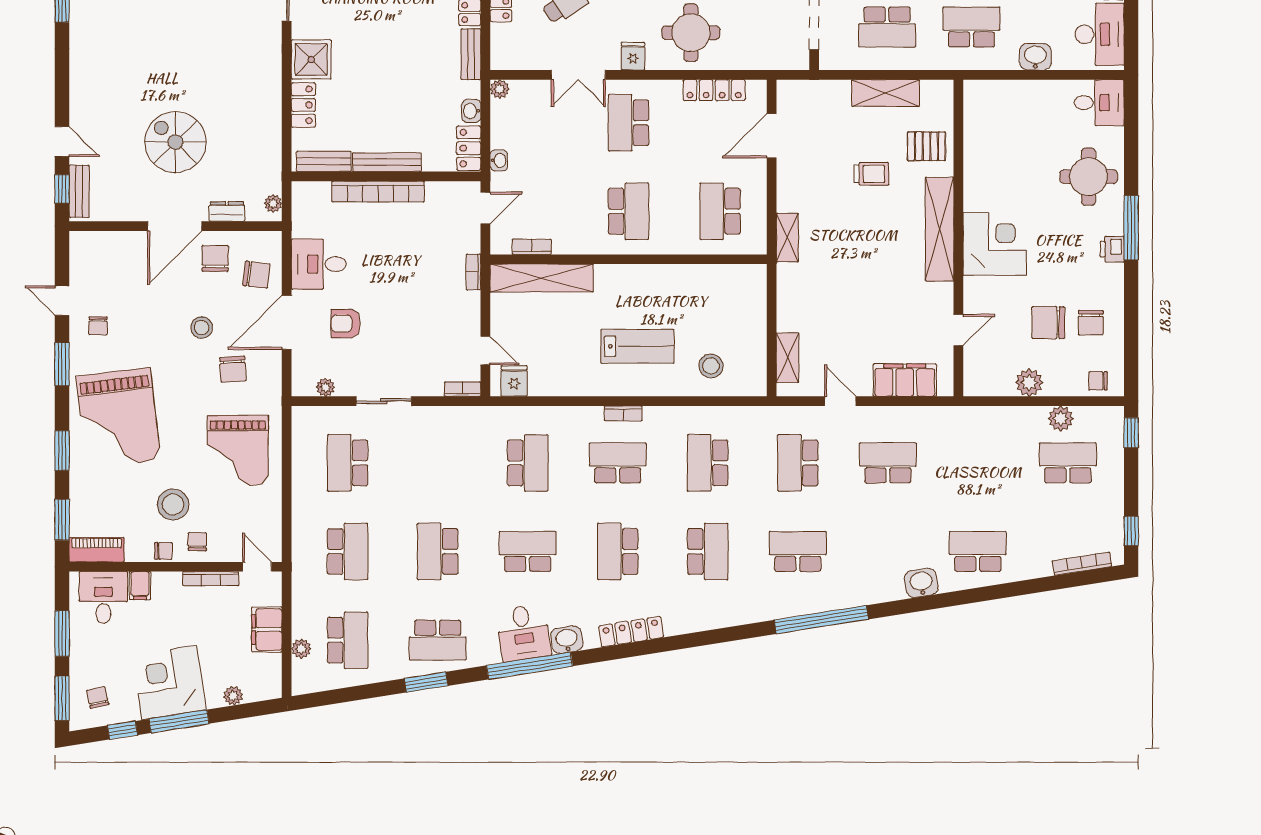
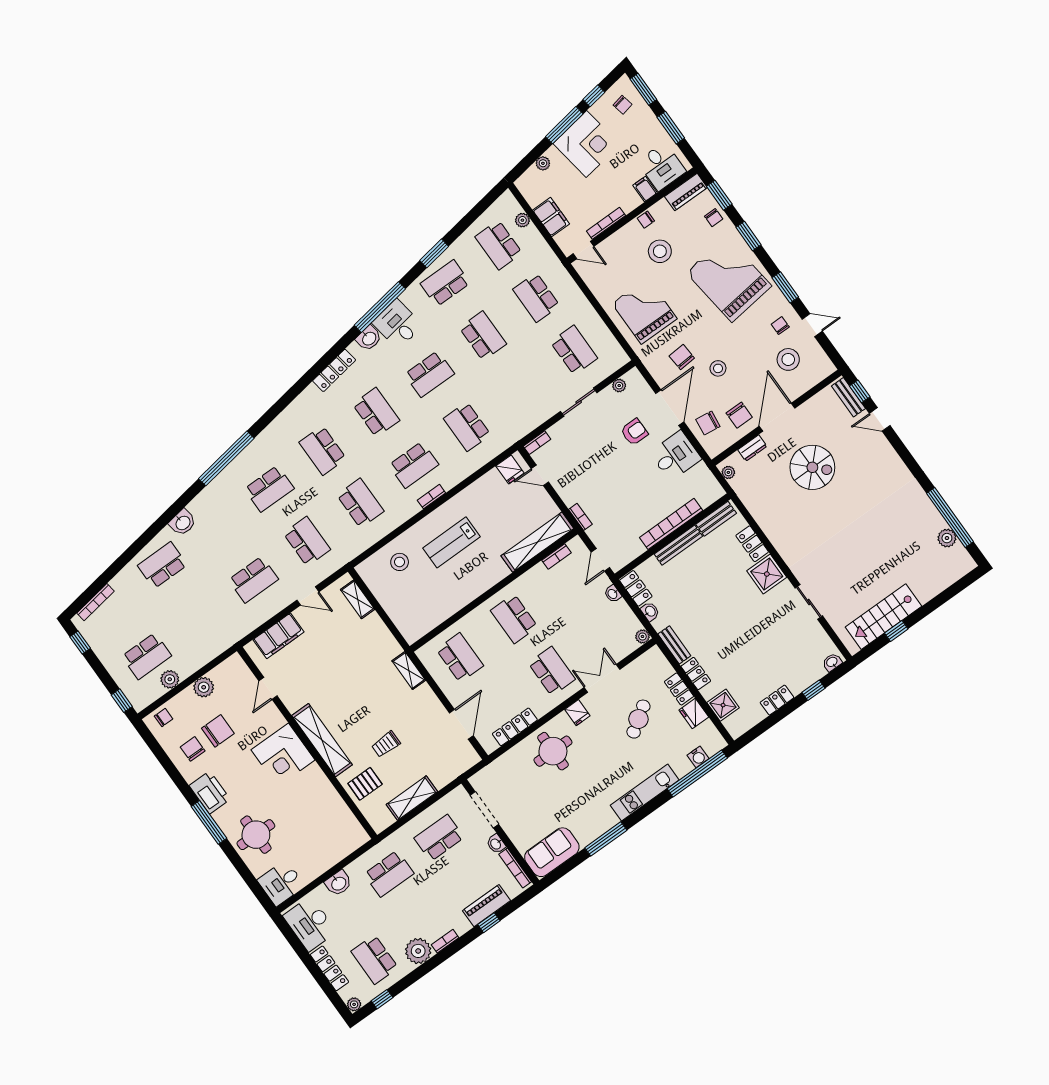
printer: (1112, 249) -> (210, 792), width x1.87, depth x1.48
stool: (116, 281) -> (788, 359), added
chair: (197, 542) -> (714, 218), moved
school desk: (978, 552) -> (162, 565), turned 180

